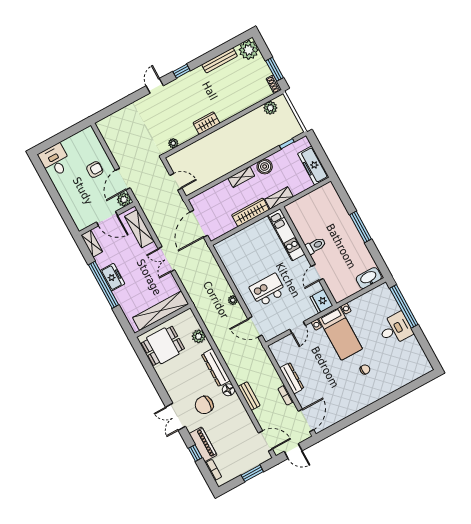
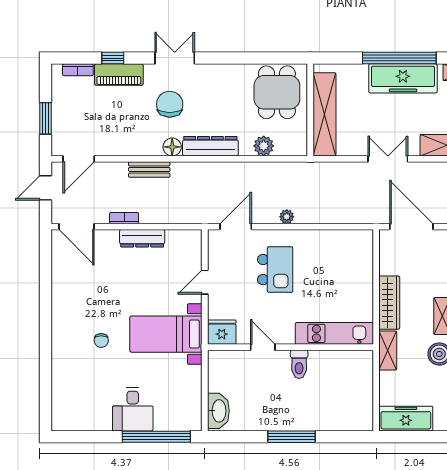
freezer: (112, 277) -> (403, 78), width x1.91, depth x1.26
door: (298, 327) -> (205, 282), hinge flipped

